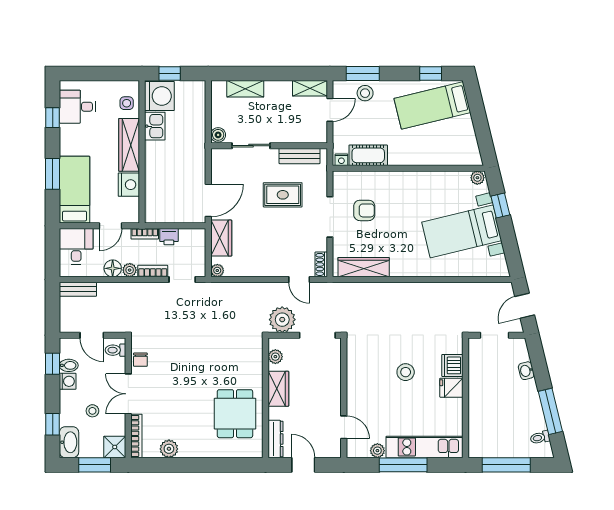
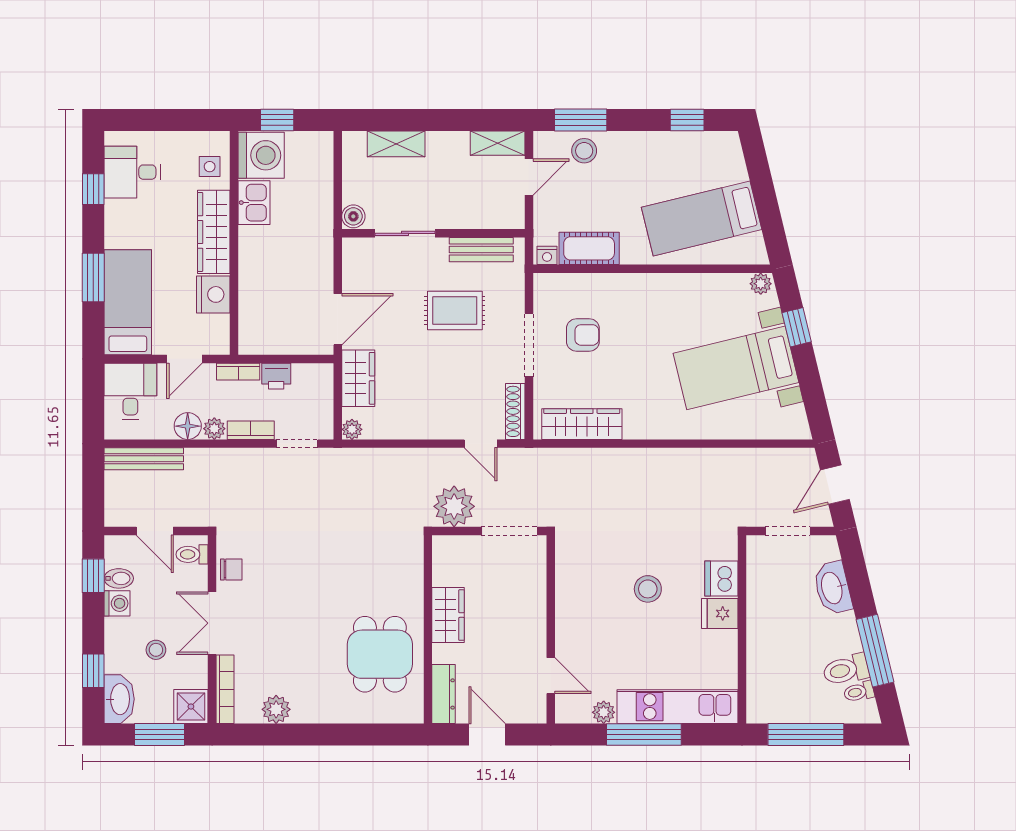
bed: (432, 105) -> (702, 218), moved
shoe rack: (321, 264) -> (515, 411), width x1.43
bench: (78, 289) -> (144, 459), width x1.36
plant: (275, 357) -> (443, 565), removed
chair: (140, 360) -> (231, 569), turned -90
washbasin: (526, 371) -> (833, 588), width x1.91, depth x1.45
toilet: (532, 424) -> (846, 670), added

